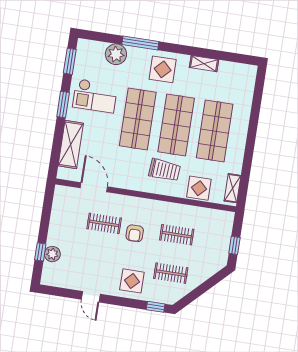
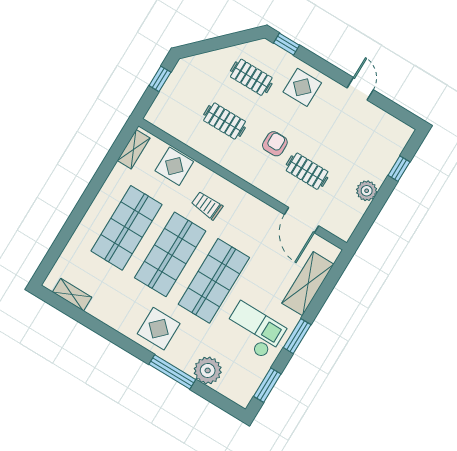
shelving: (204, 64) -> (72, 295), moved
trolley: (164, 170) -> (207, 205), width x0.73, depth x0.72
plant: (52, 254) -> (367, 191), moved

